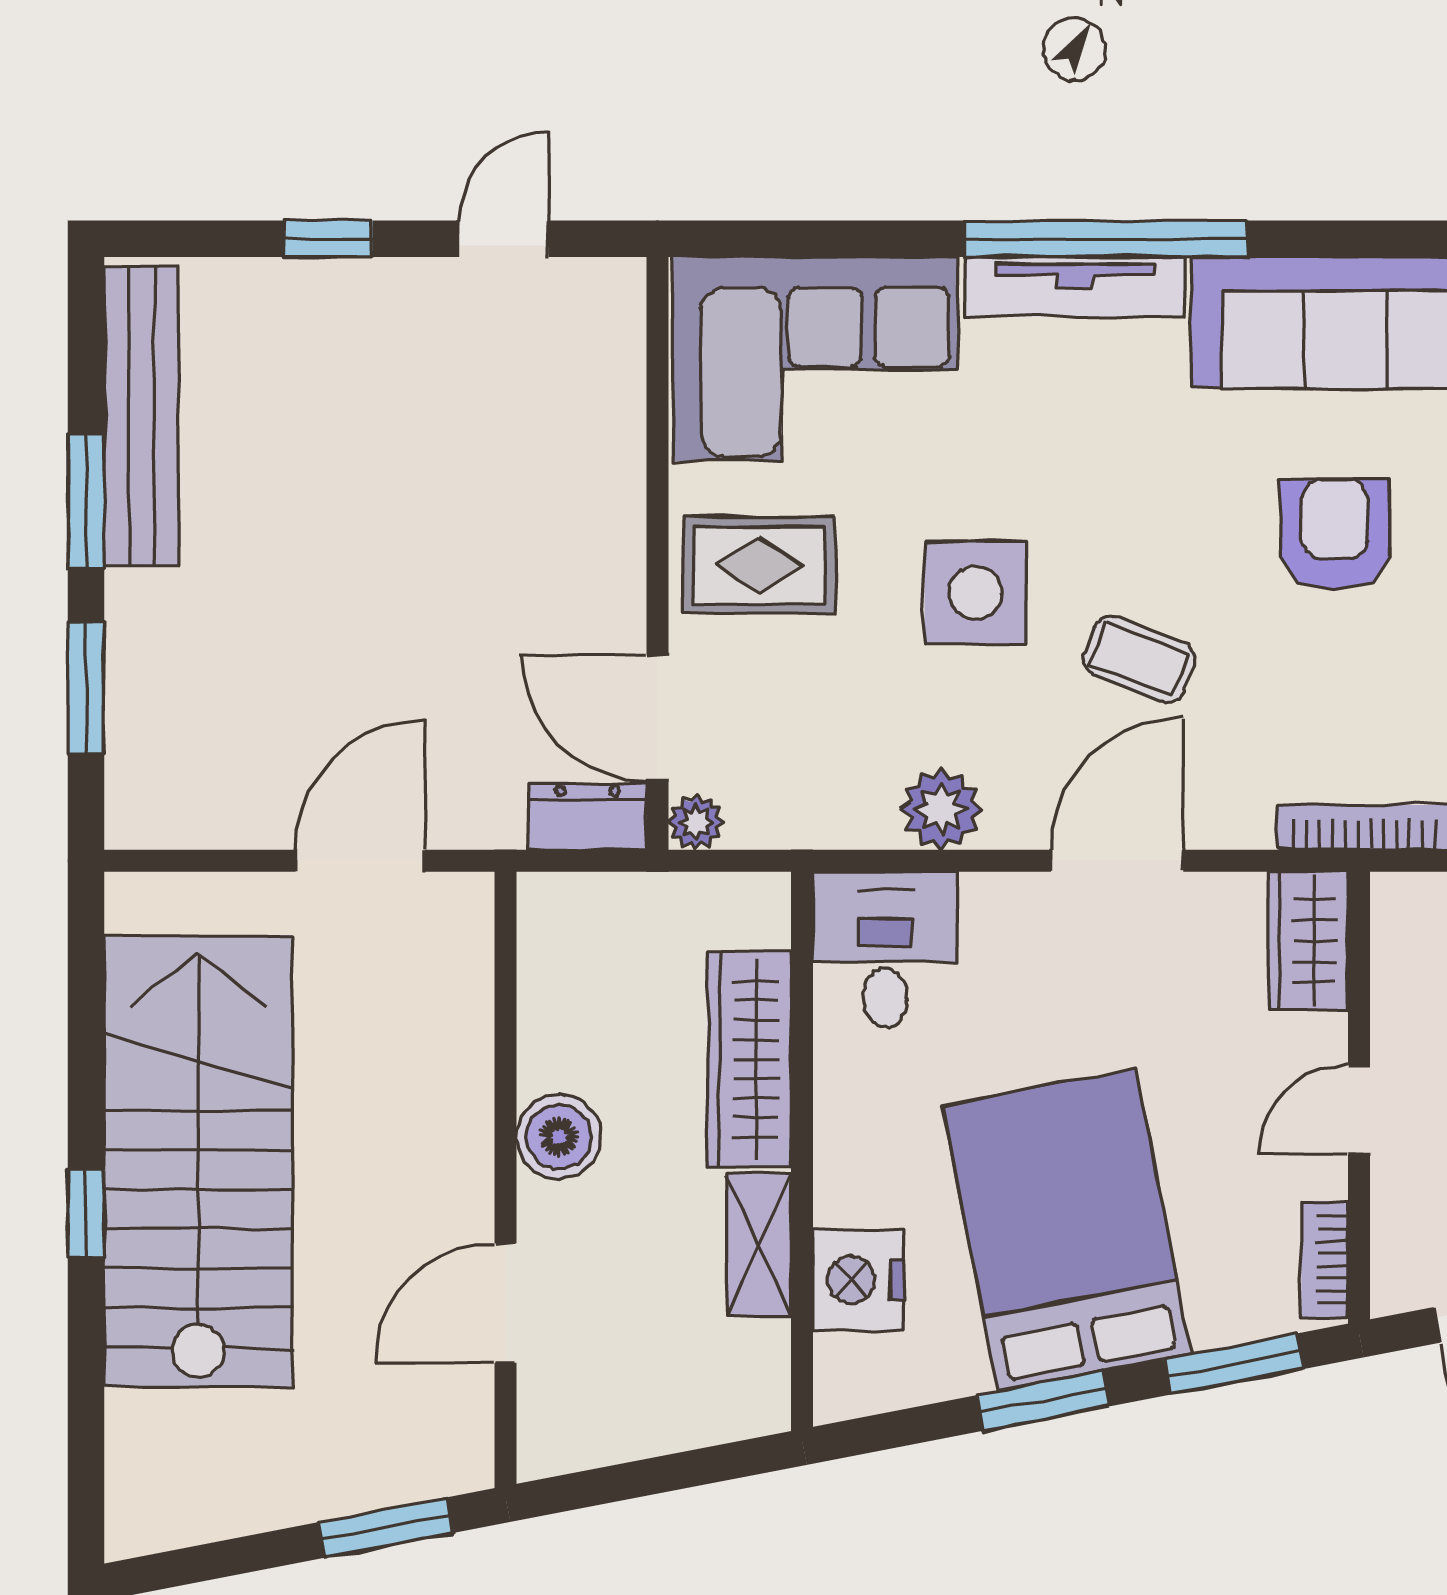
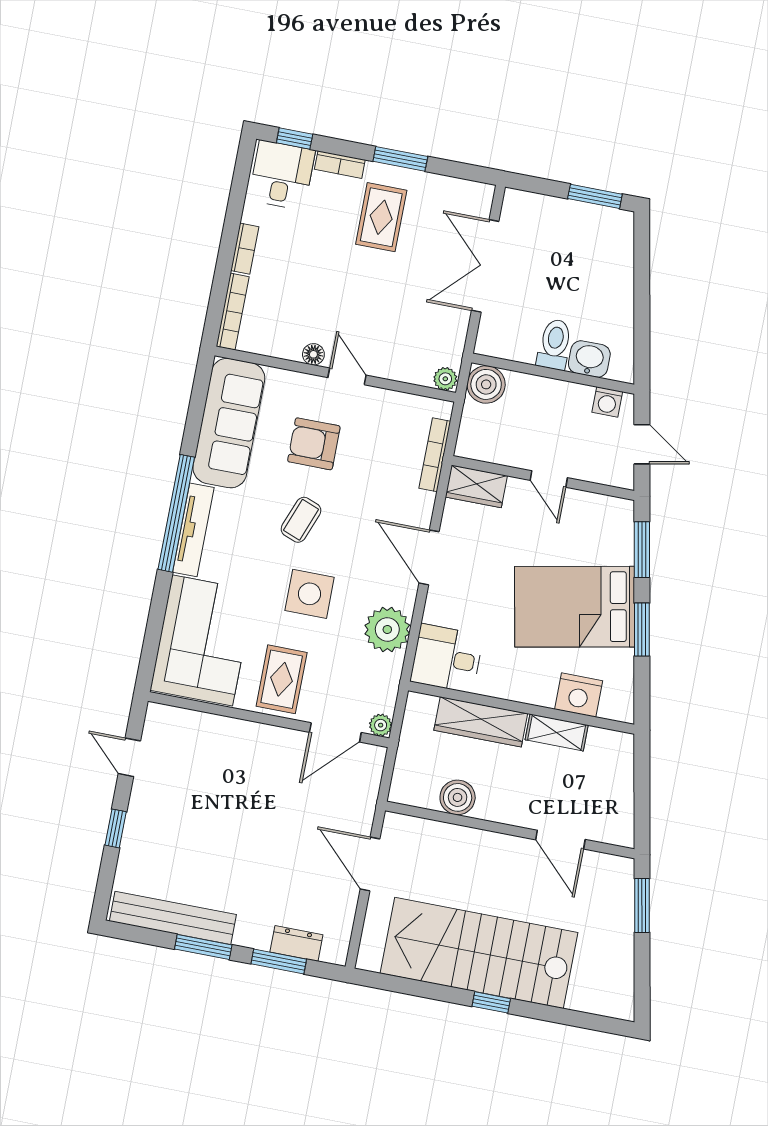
coffee table: (1139, 659) -> (301, 520), moved
plant: (941, 809) -> (387, 629), width x1.36, depth x1.36
dresser: (588, 817) -> (296, 943), moved, turned 90
boiler: (559, 1137) -> (458, 797), moved
bookcase: (1325, 1260) -> (607, 505), removed

